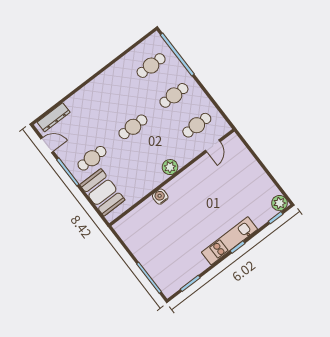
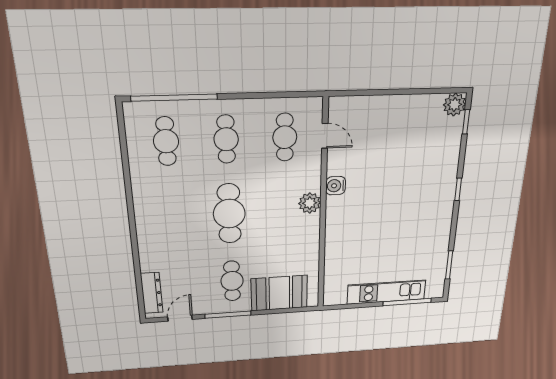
cafe table: (133, 127) -> (229, 214), width x1.37, depth x1.35
water cooler: (160, 197) -> (336, 186), moved
kitchen unit: (230, 241) -> (386, 292), moved, turned 90

